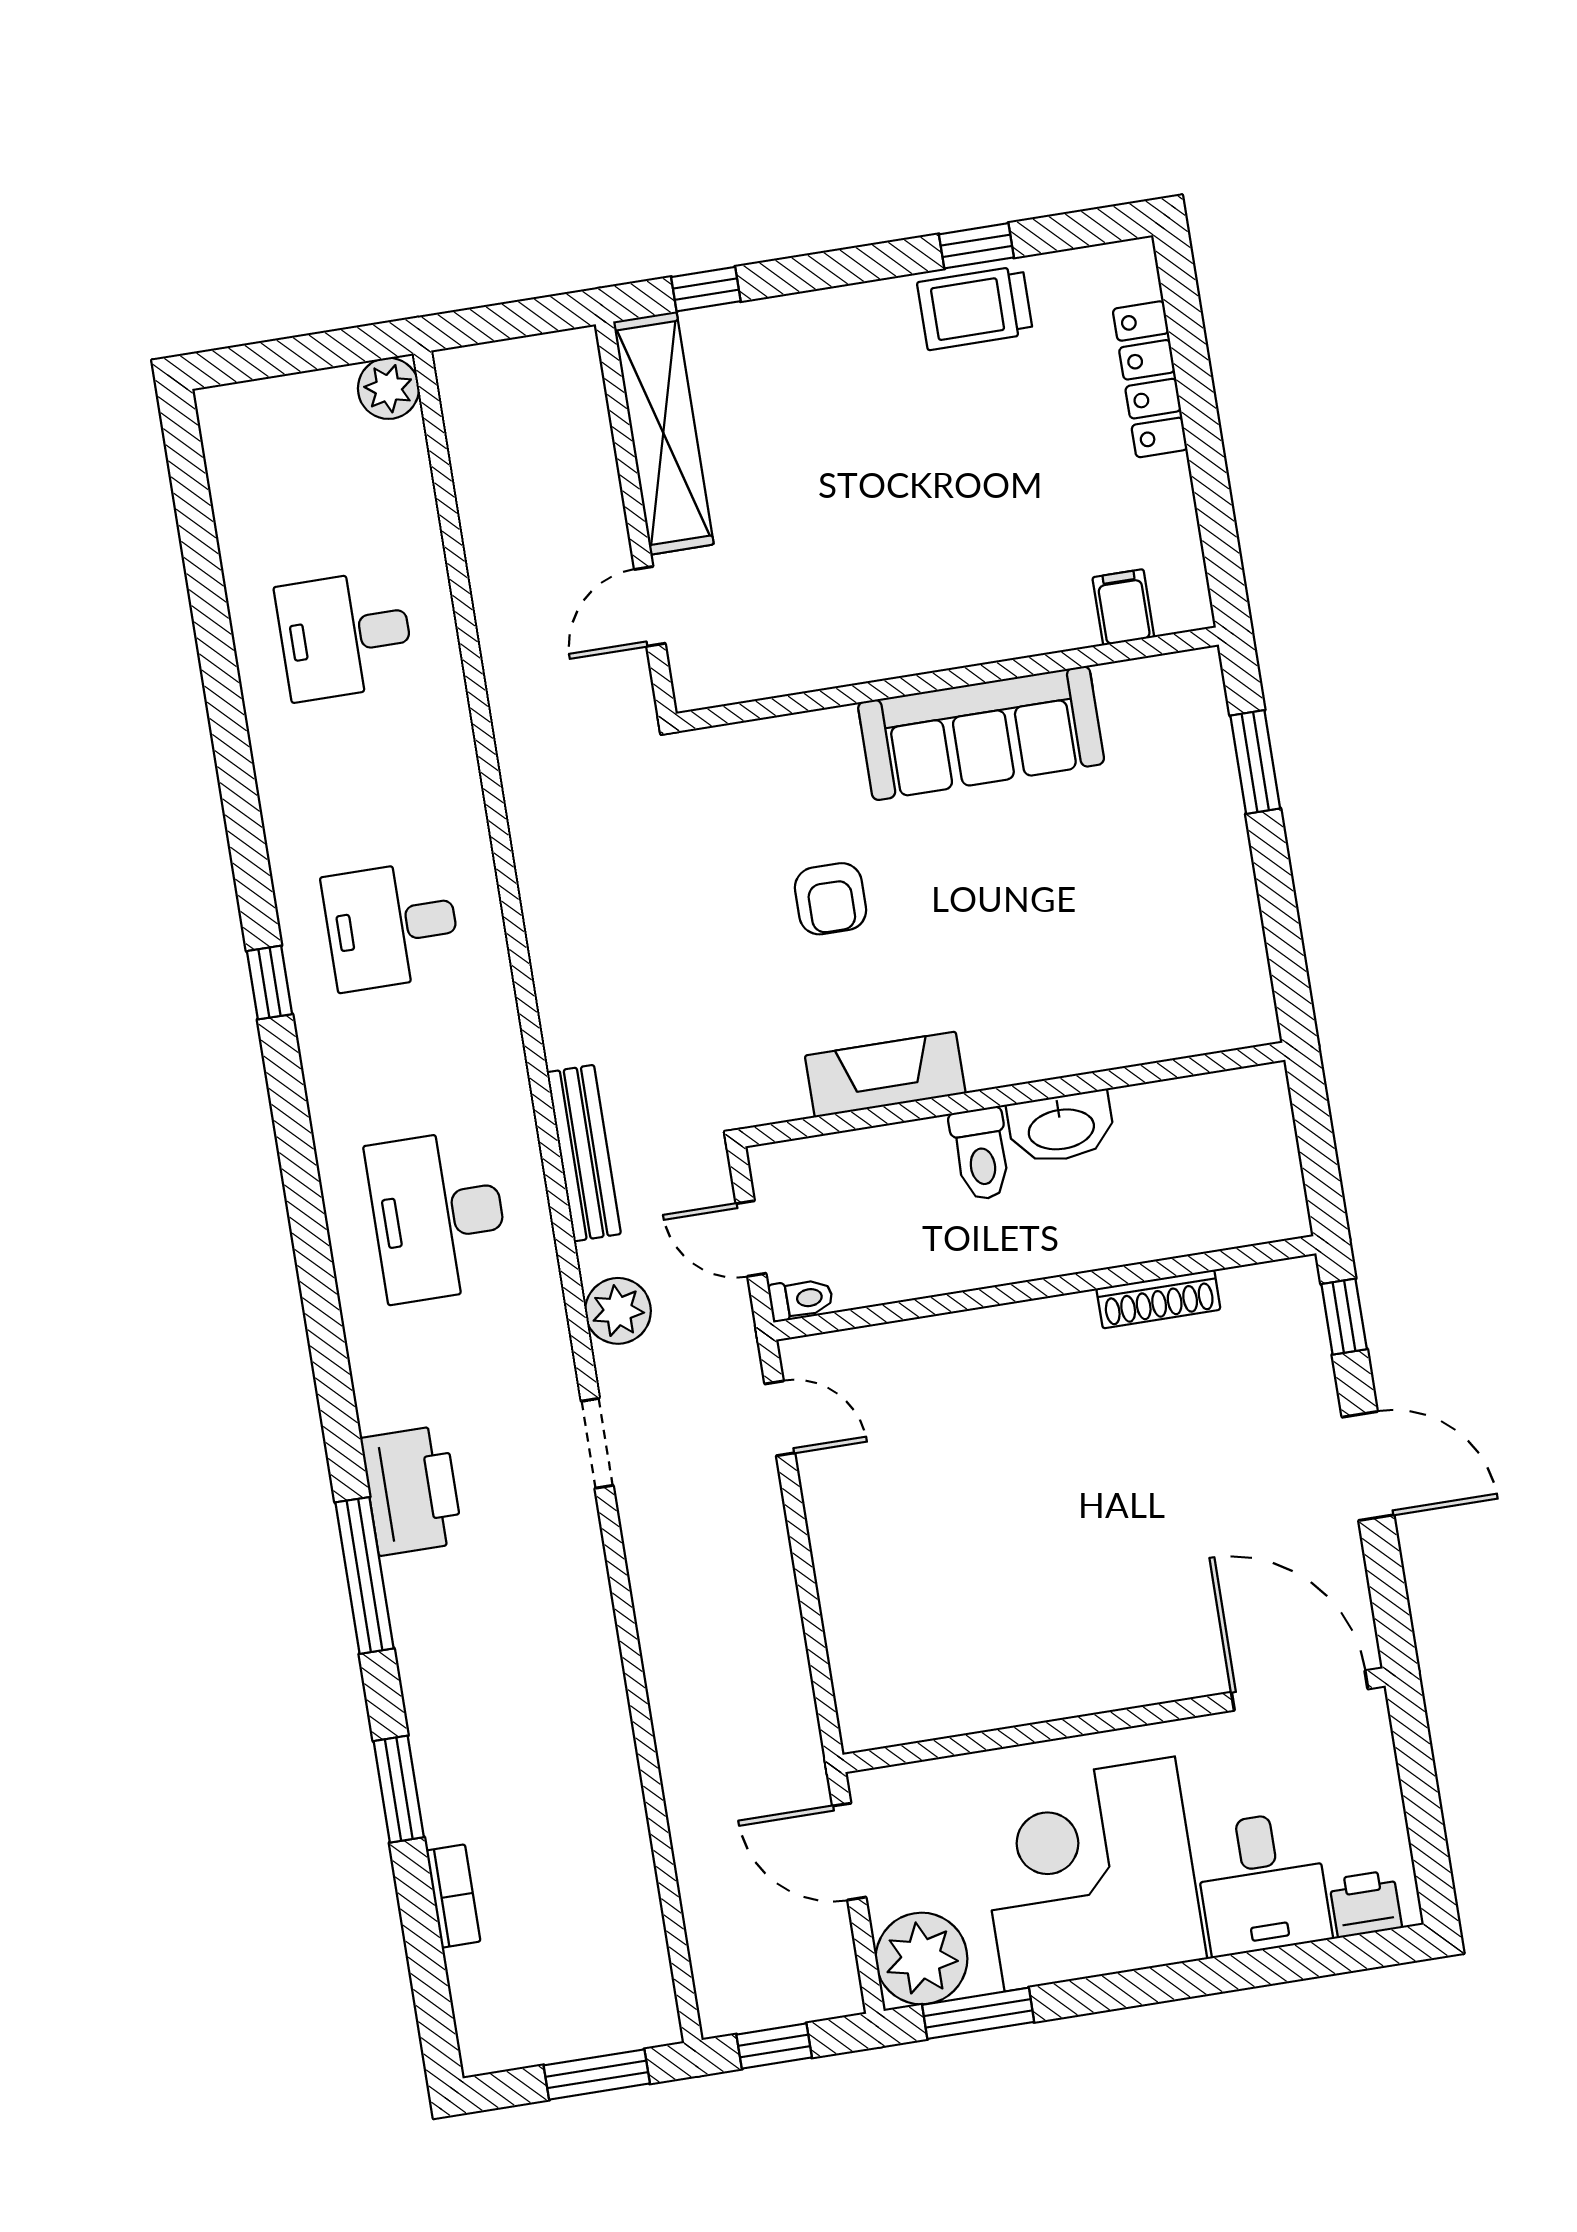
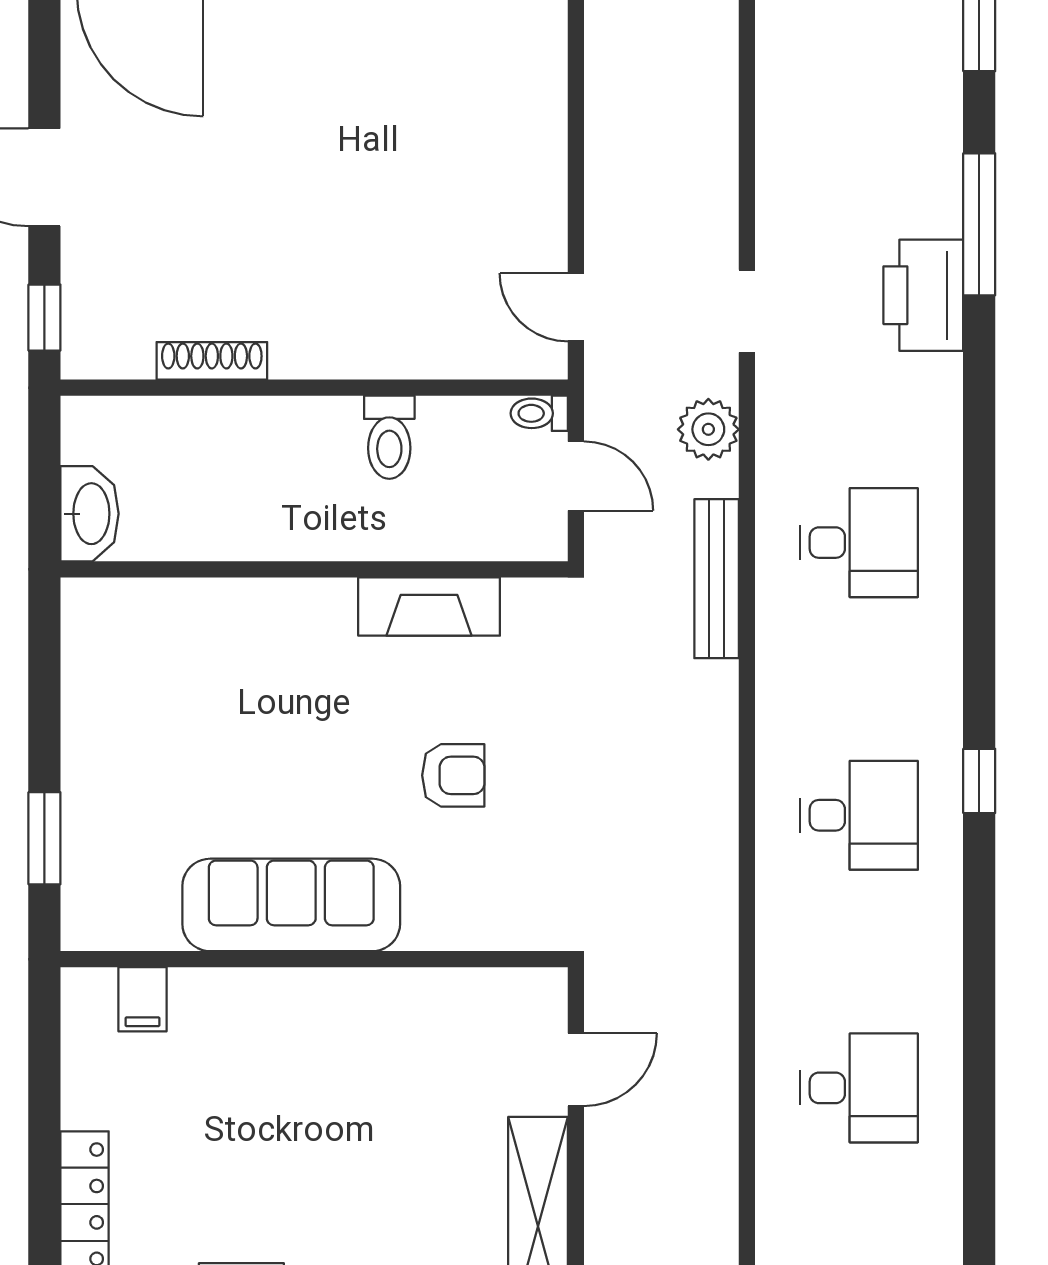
armchair: (831, 899) -> (453, 775), turned 90
washbasin: (1061, 1128) -> (90, 514), moved, turned 90
toilet: (981, 1154) -> (389, 437), moved, turned 180
desk: (438, 1216) -> (859, 543), width x0.73

